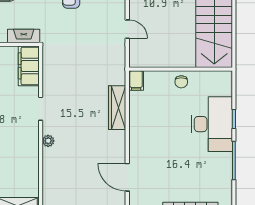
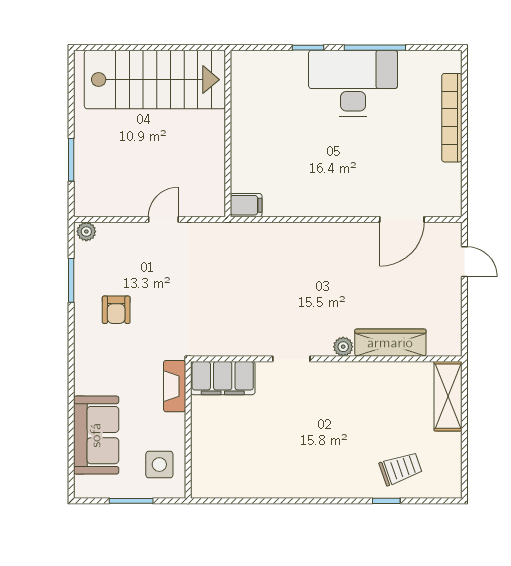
chair: (181, 82) -> (248, 132), removed
wardrobe: (117, 108) -> (390, 343), moved, turned 180
desk: (212, 124) -> (353, 83), moved

